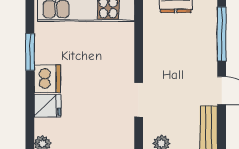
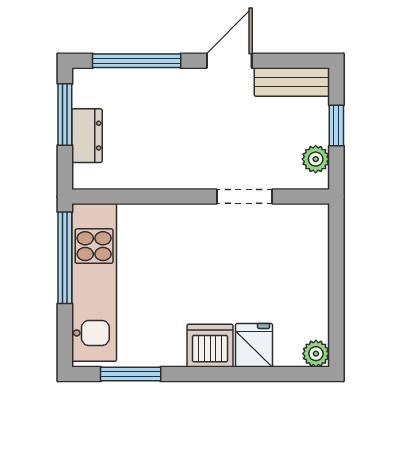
window: (30, 52) -> (131, 374), moved

